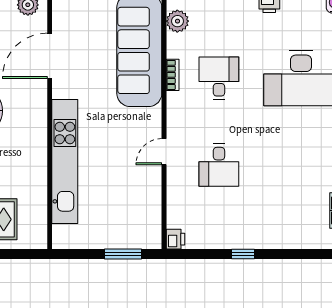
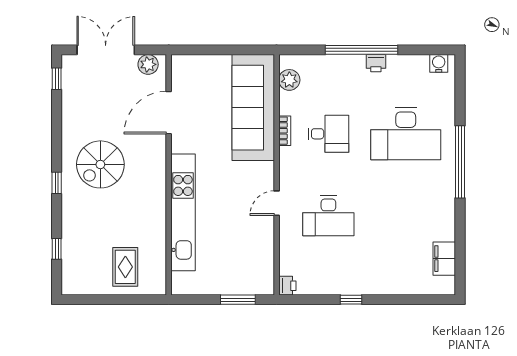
desk: (219, 78) -> (328, 134), turned 90
desk: (219, 165) -> (328, 216), width x1.37

